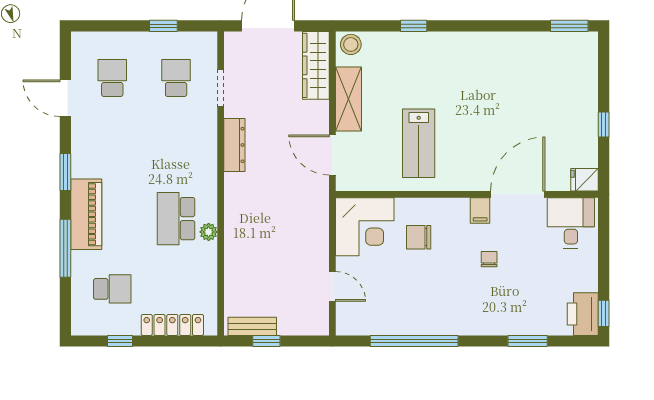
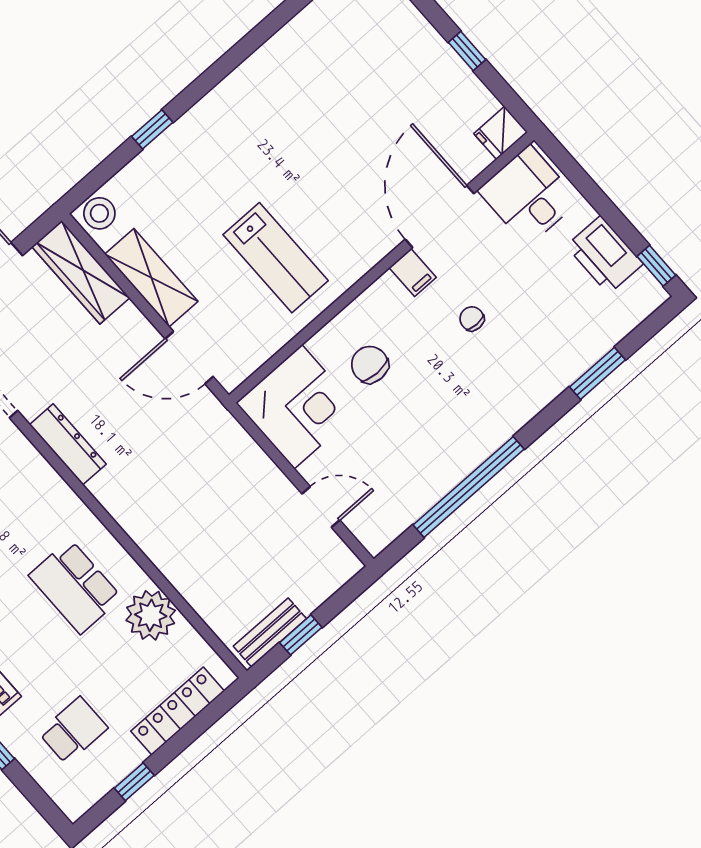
plant: (209, 232) -> (151, 615), moved, width x1.87, depth x1.87
chair: (419, 237) -> (370, 365), turned 90
printer: (583, 314) -> (605, 255), moved

